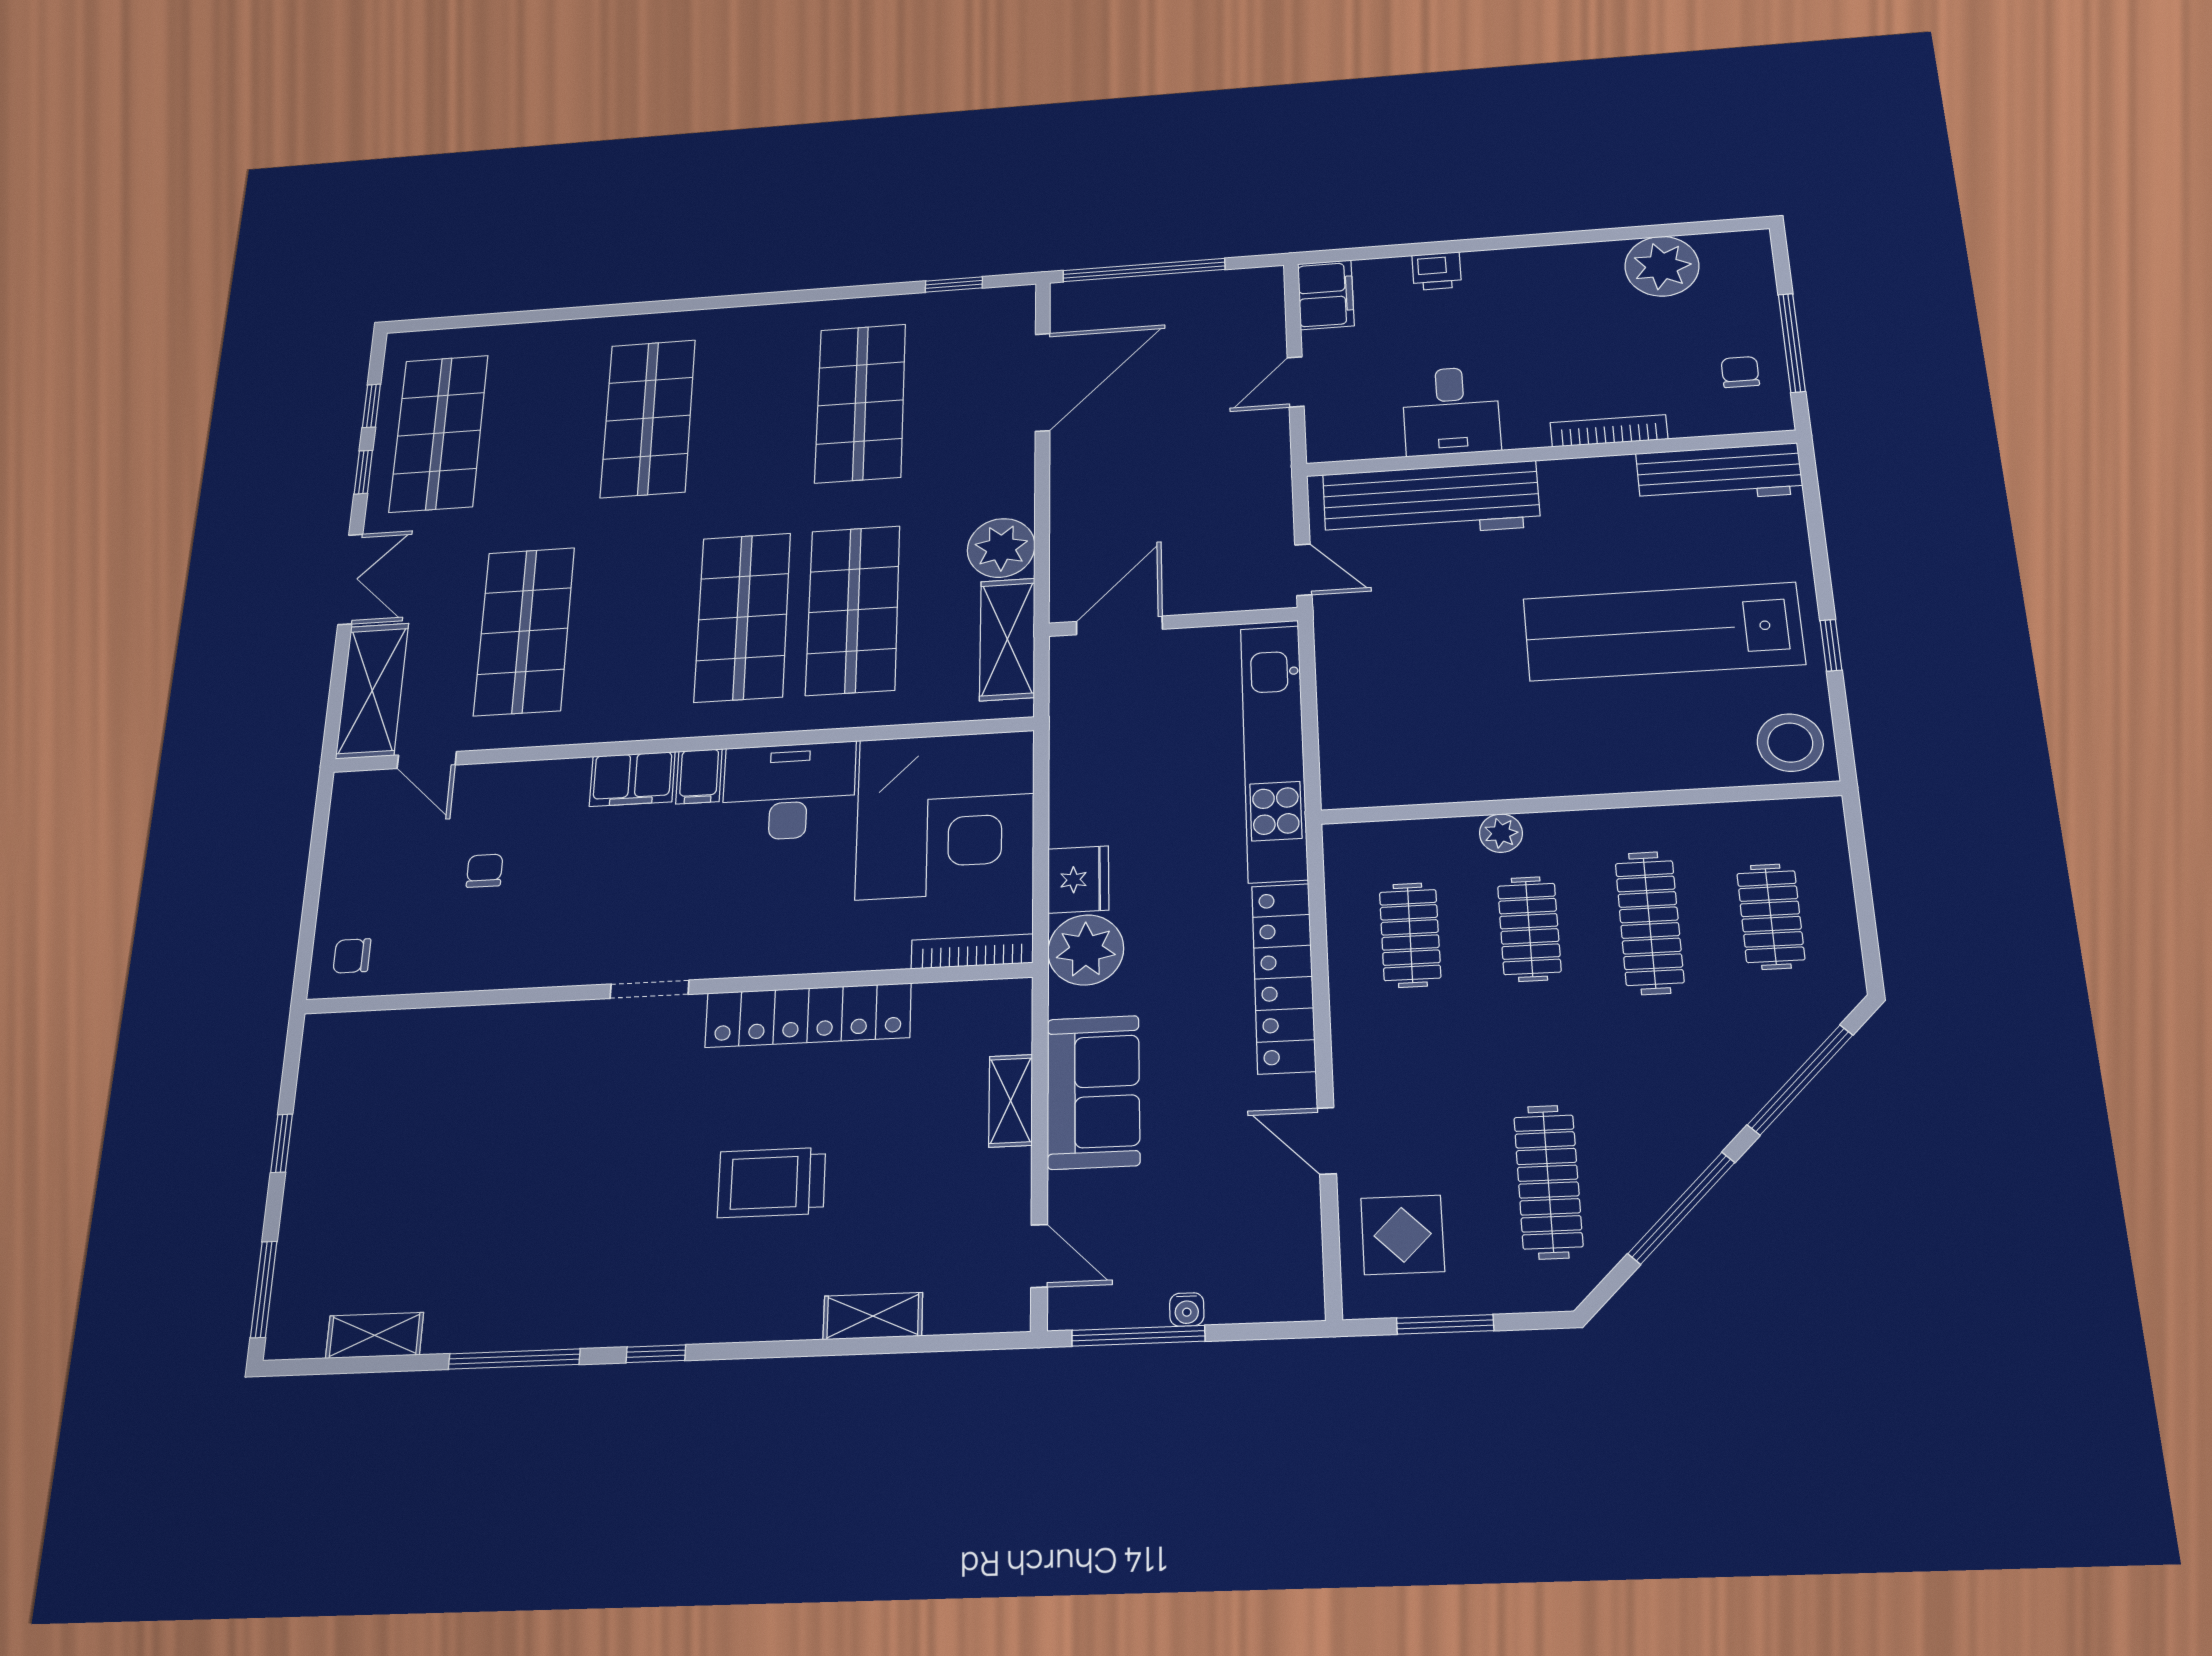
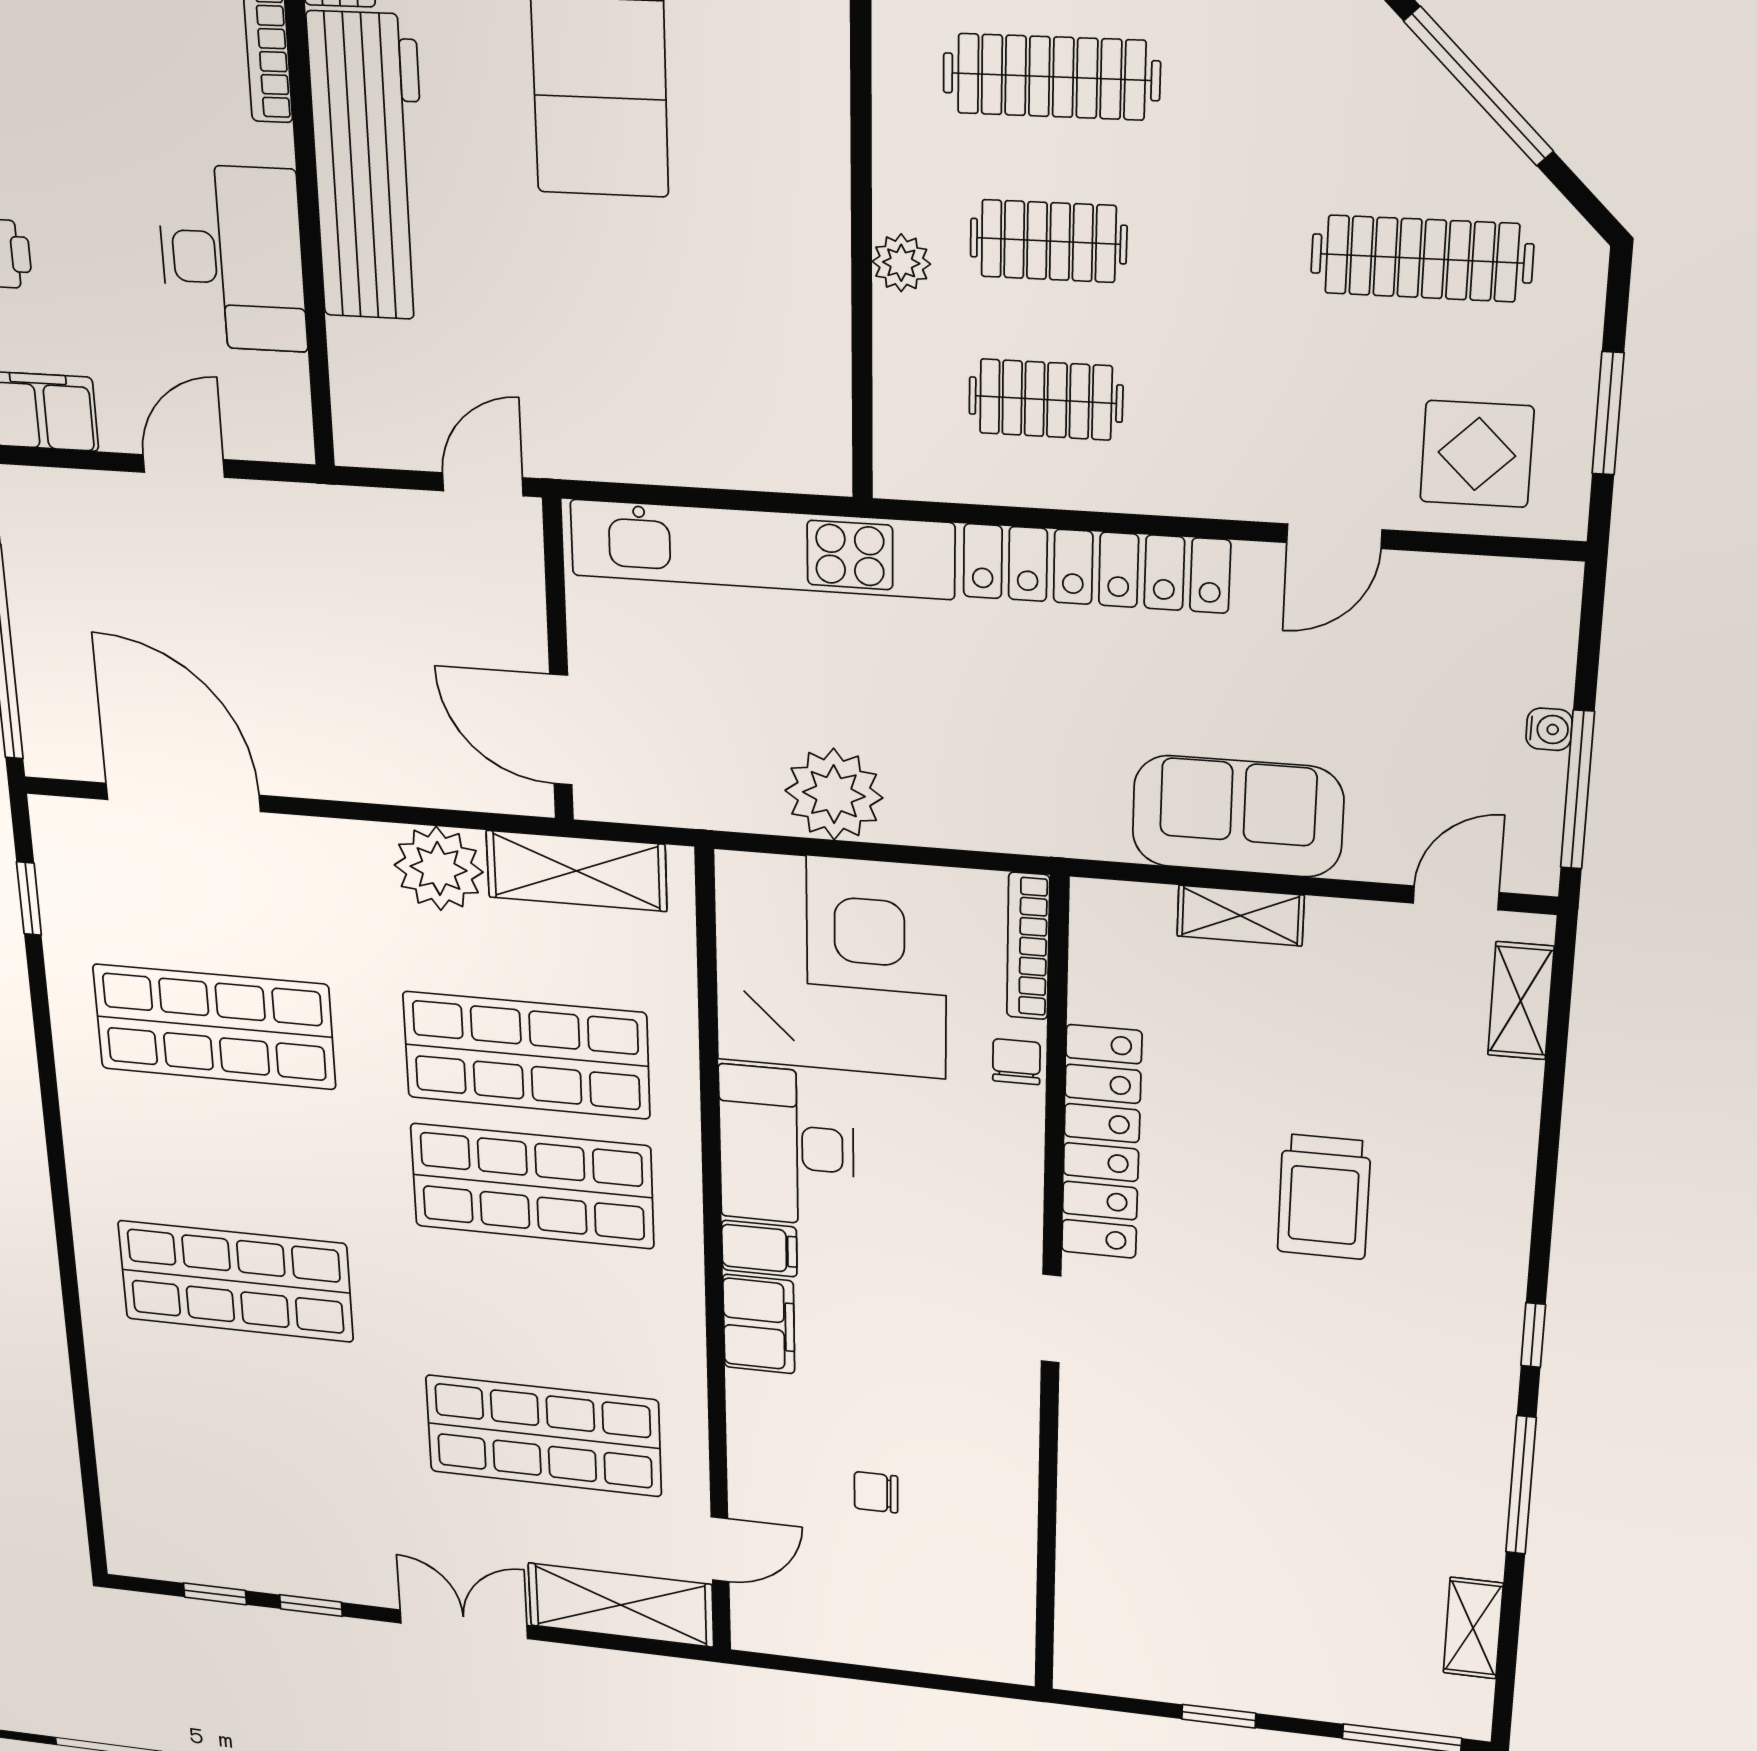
door: (1296, 382) -> (184, 466), swing flipped
desk: (1451, 411) -> (232, 258), width x1.37
shop shelf: (439, 433) -> (256, 1520), removed
workbench: (1431, 500) -> (369, 167), moved
fridge: (1078, 879) -> (935, 811), removed
plant: (1086, 950) -> (834, 794), moved
chair: (352, 956) -> (1016, 1062), moved, turned 180
shelving: (873, 1316) -> (1521, 1001), moved

